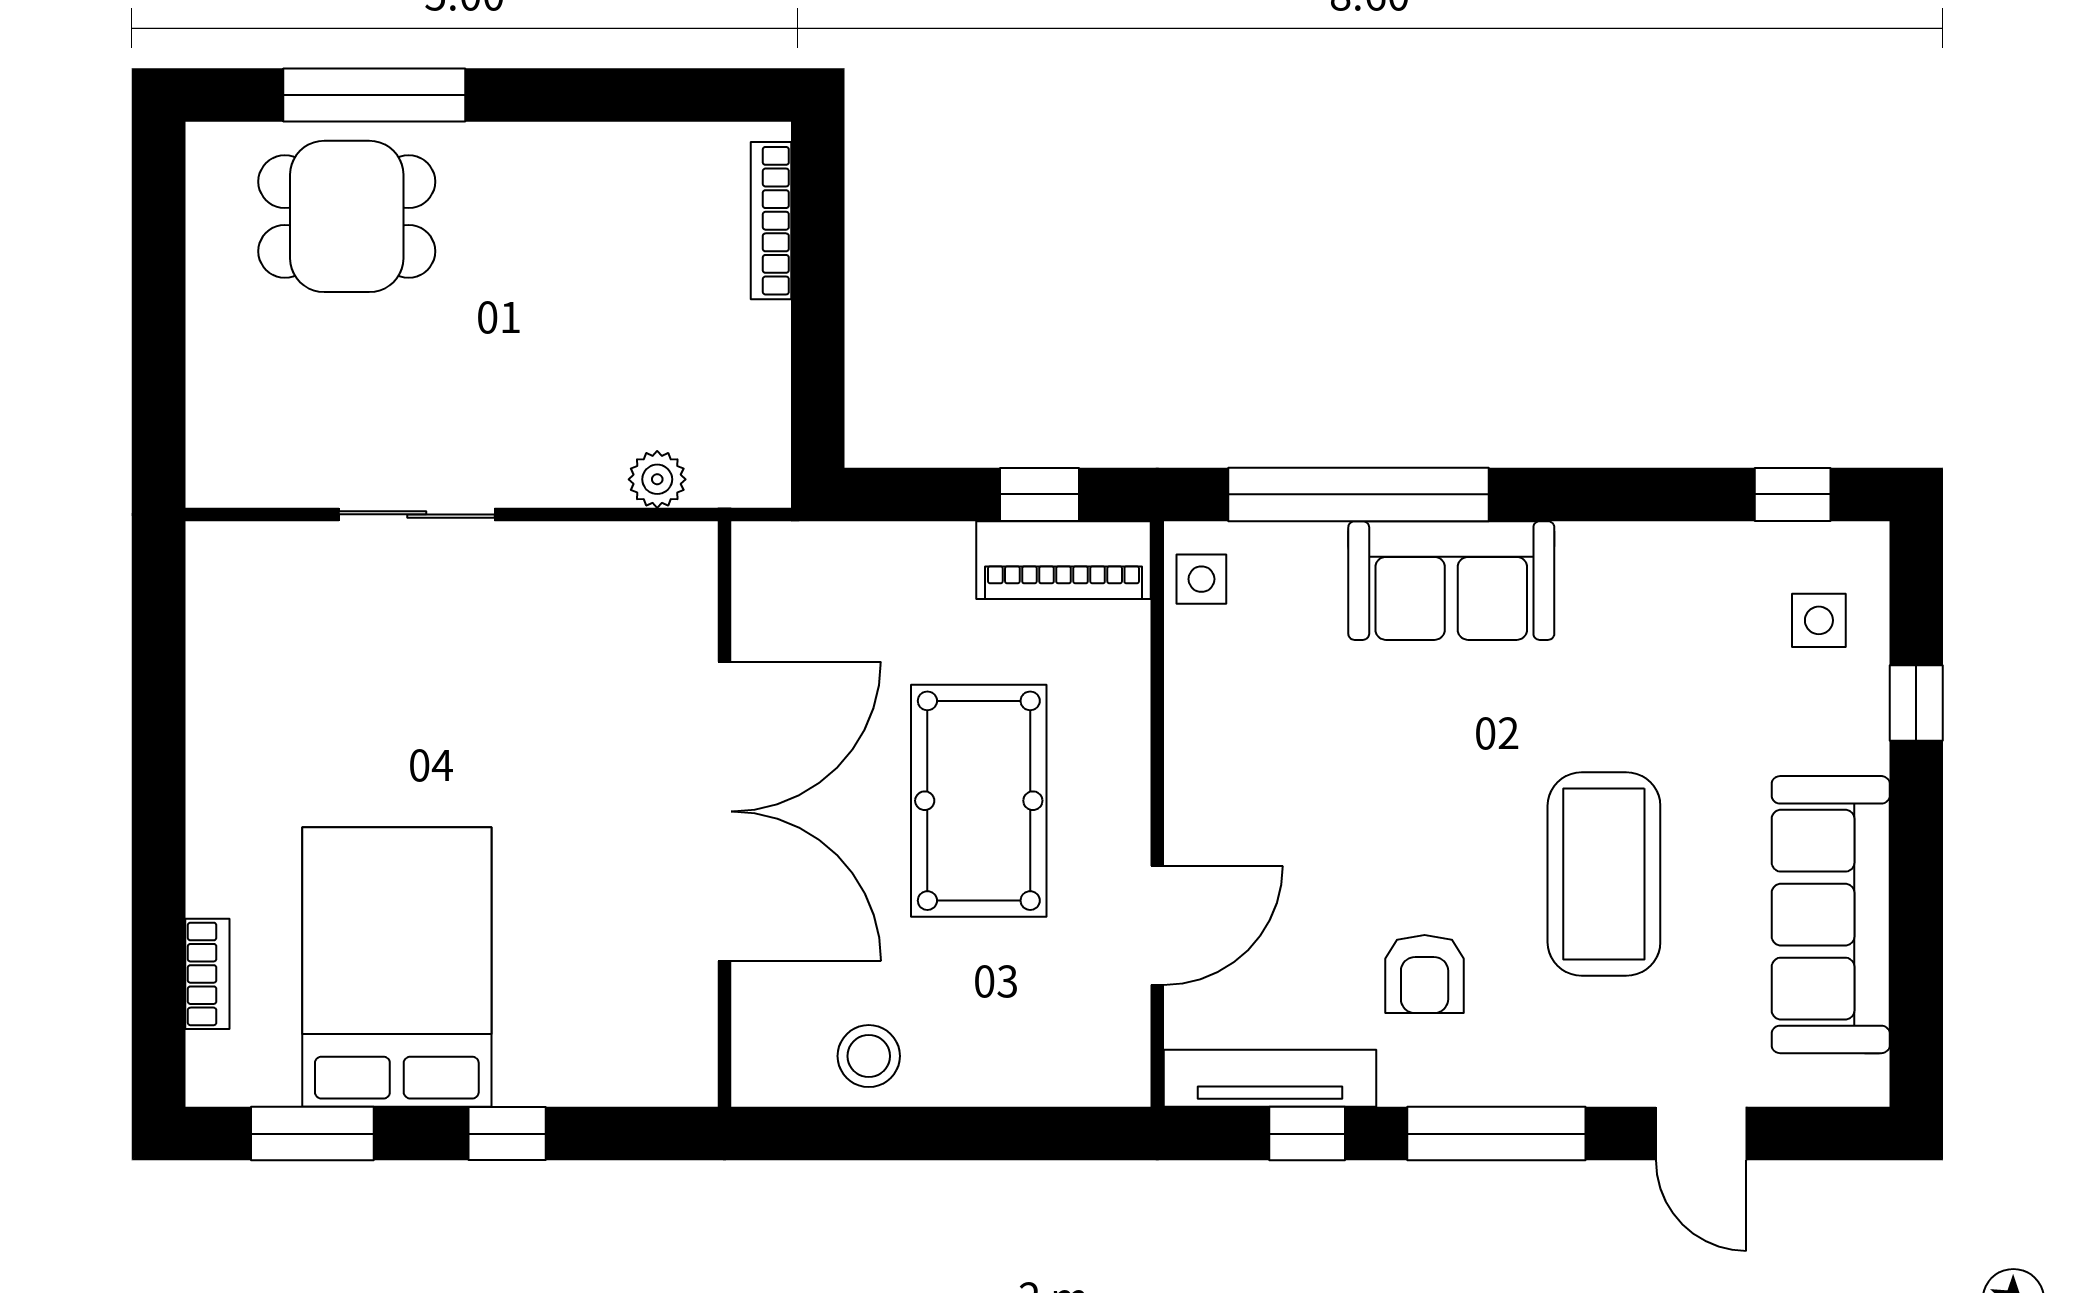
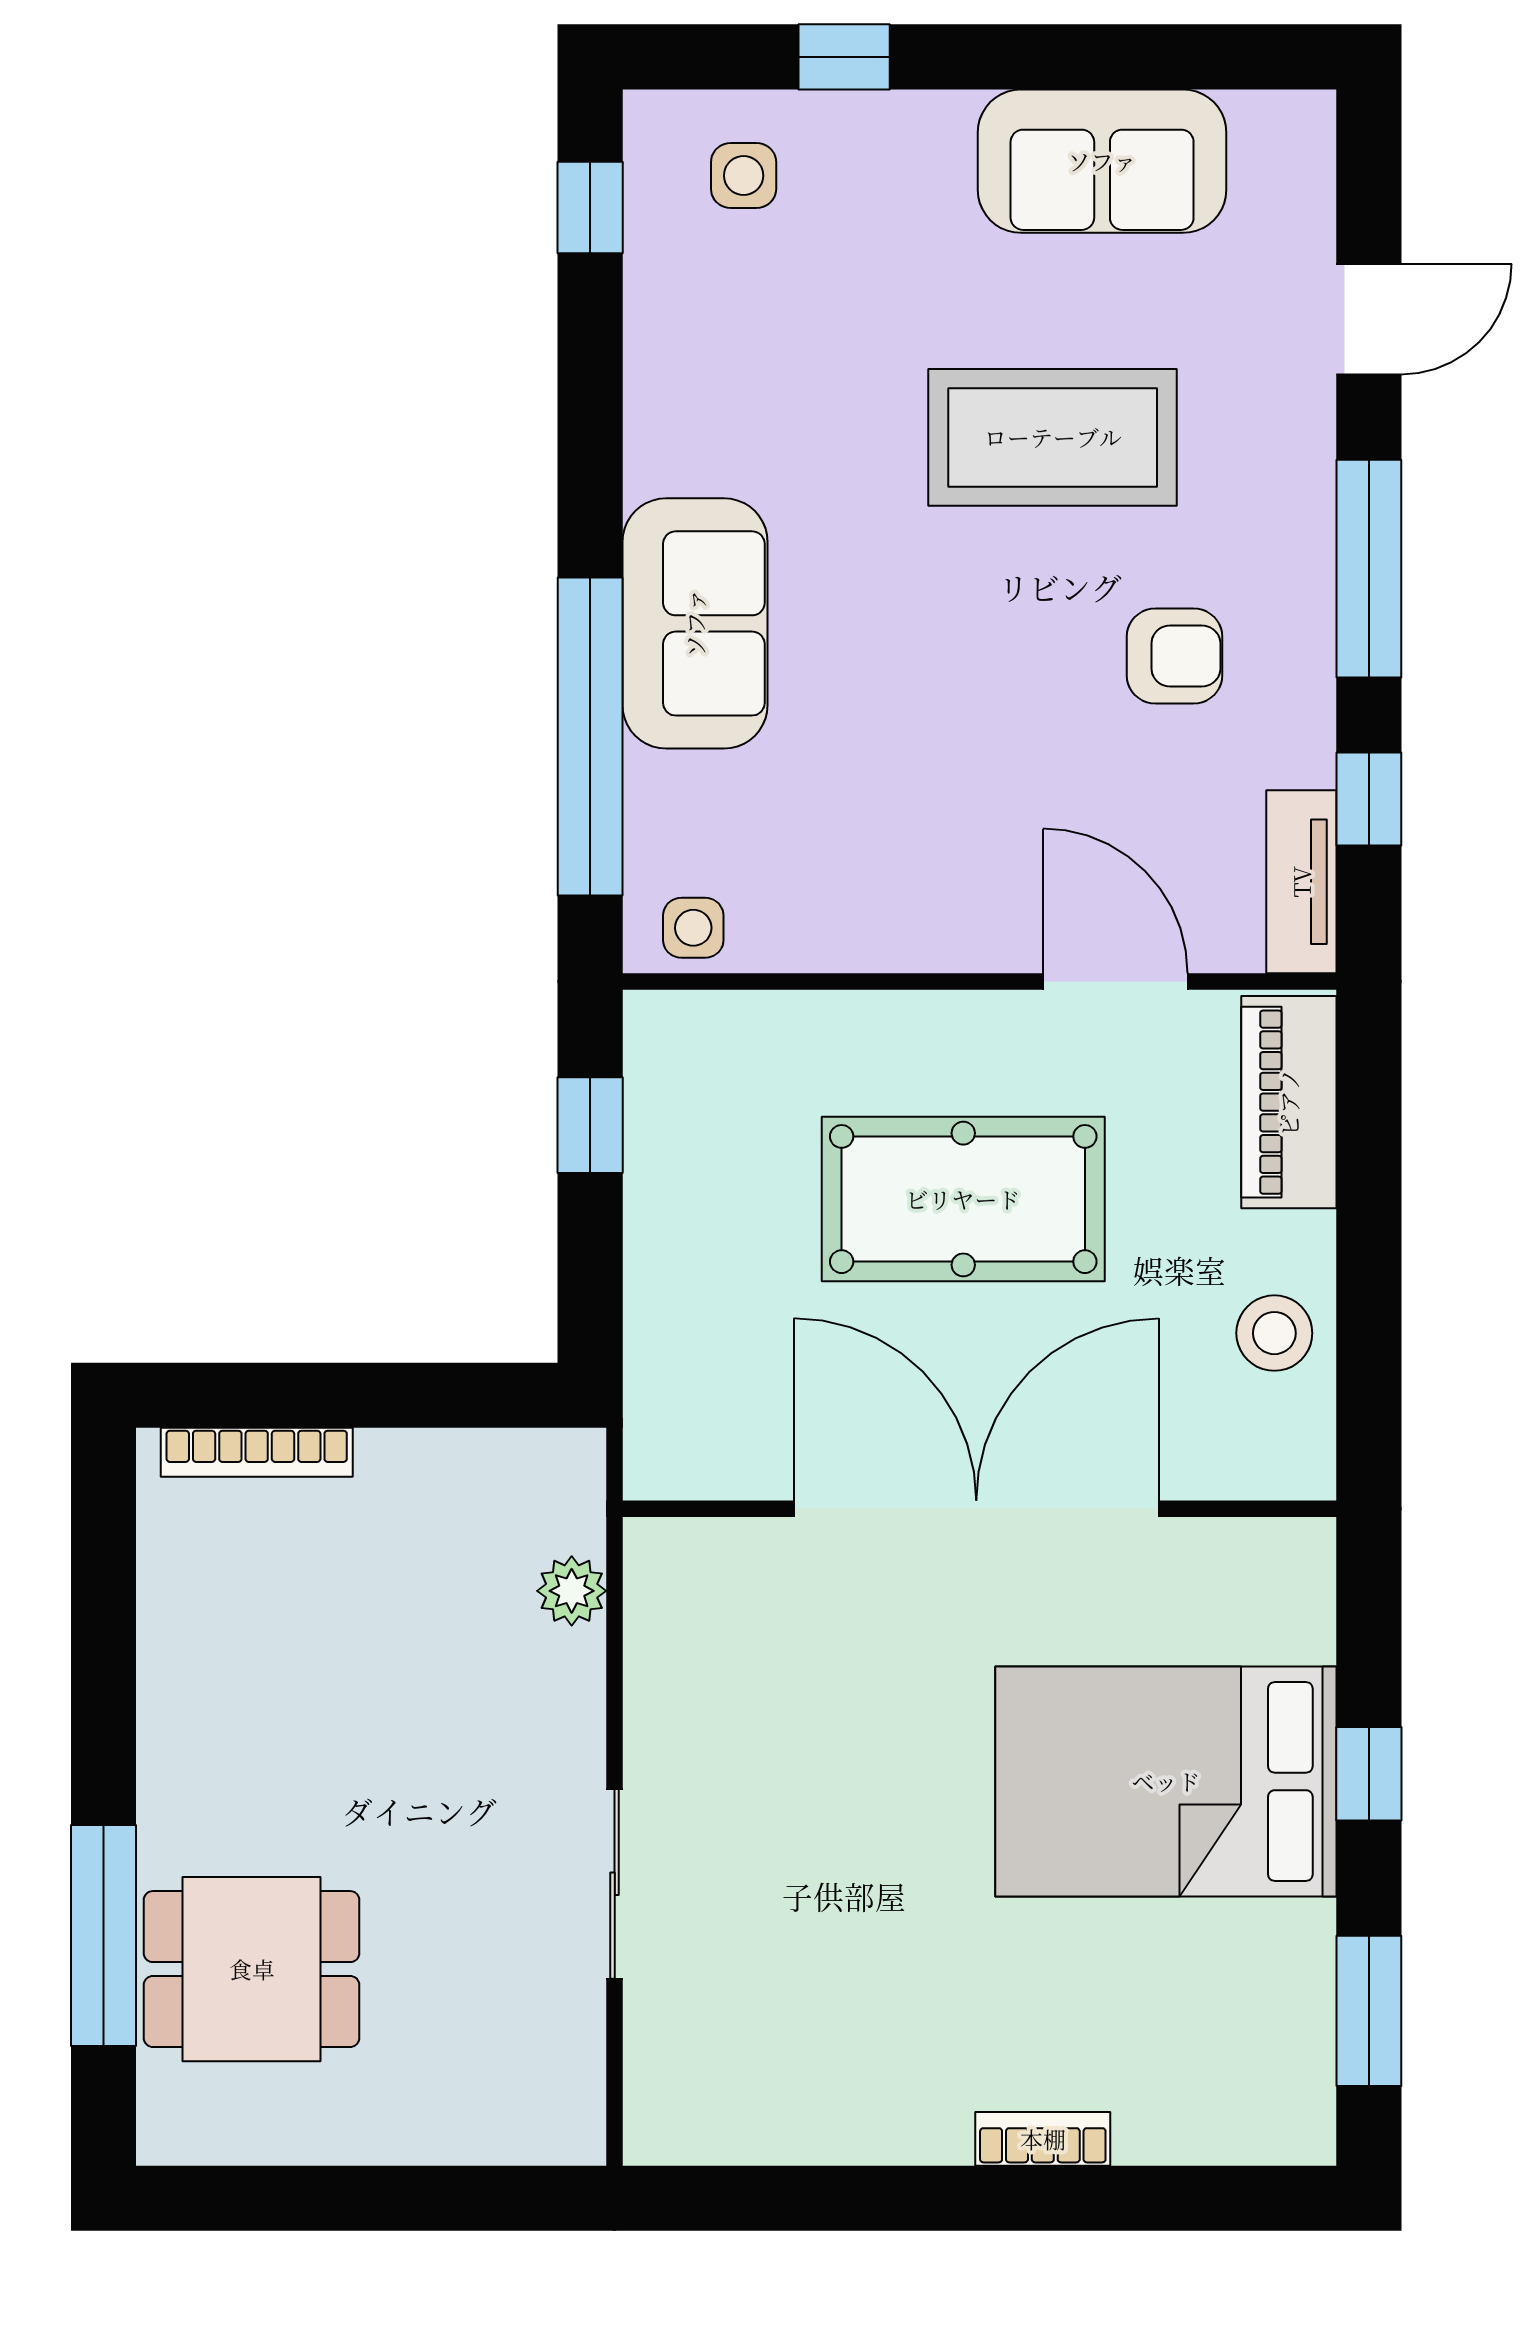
dining table: (347, 216) -> (252, 1969), turned 90
piano: (1064, 560) -> (1289, 1102), moved, turned 180
sofa: (1831, 915) -> (1102, 161), width x0.73
bed: (397, 967) -> (1166, 1781), moved
bookcase: (207, 974) -> (1043, 2139), moved
tv unit: (1270, 1078) -> (1301, 882), width x0.71

